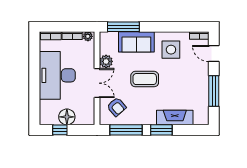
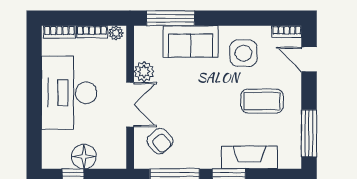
coffee table: (145, 79) -> (262, 101), moved
window: (214, 91) -> (309, 133), moved

